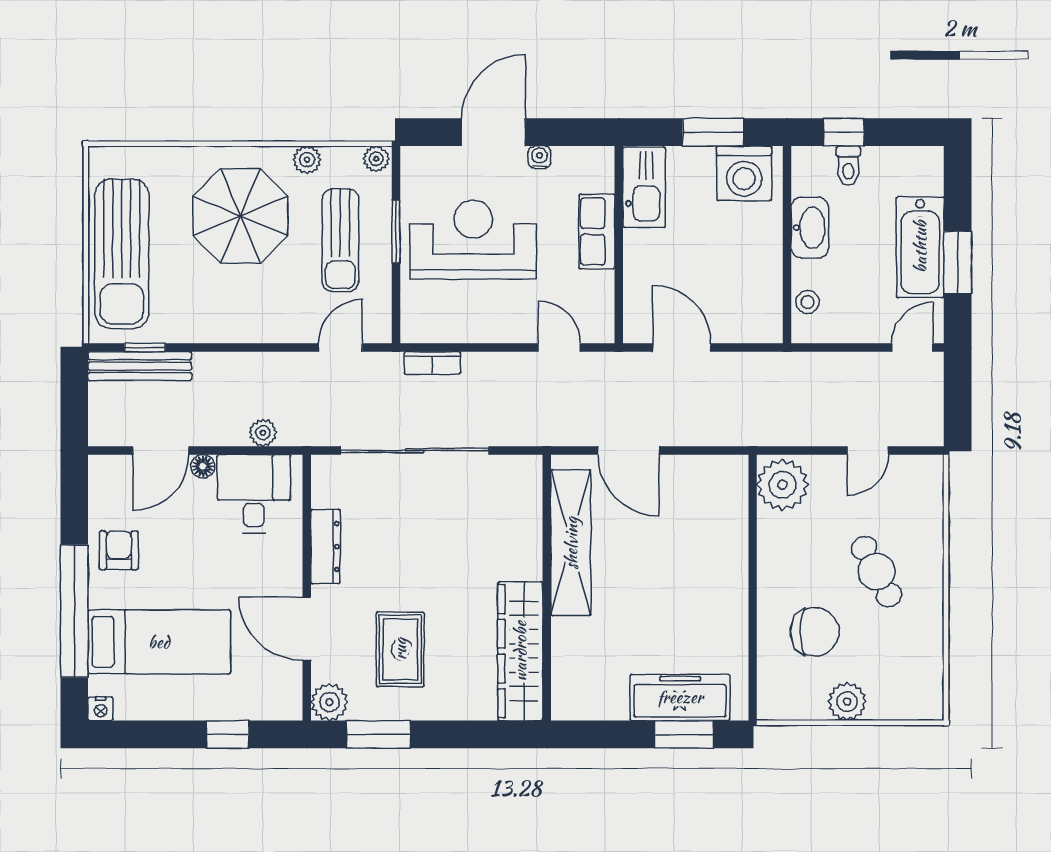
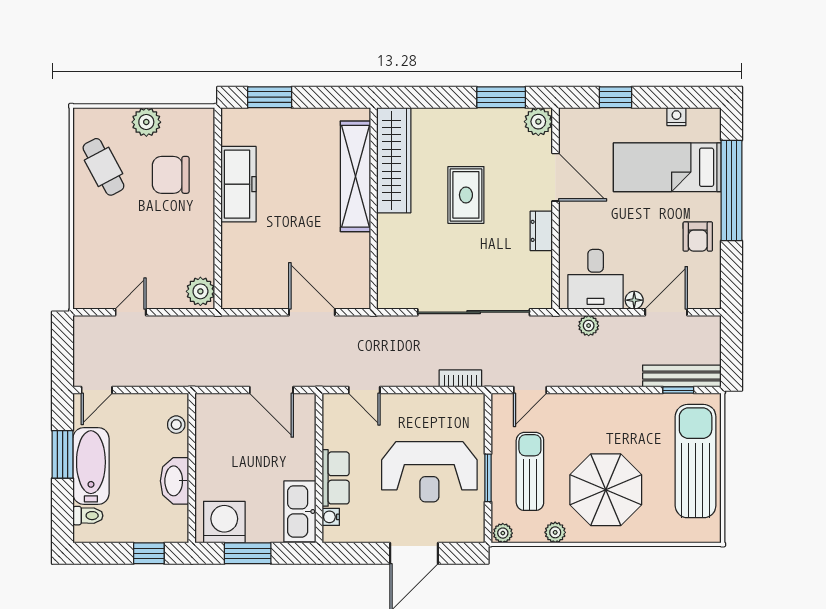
water cooler: (540, 157) -> (331, 517), moved, turned 90
toilet: (848, 166) -> (88, 516), moved, turned 90
plant: (782, 485) -> (200, 291), width x0.73, depth x0.73
shelving: (571, 543) -> (355, 176), moved
dresser: (325, 546) -> (541, 231), width x0.70
cafe table: (876, 571) -> (103, 167), moved
rug: (400, 649) -> (466, 195), moved
freezer: (680, 697) -> (238, 184), moved, turned -90
nightstand: (101, 709) -> (676, 117), moved

